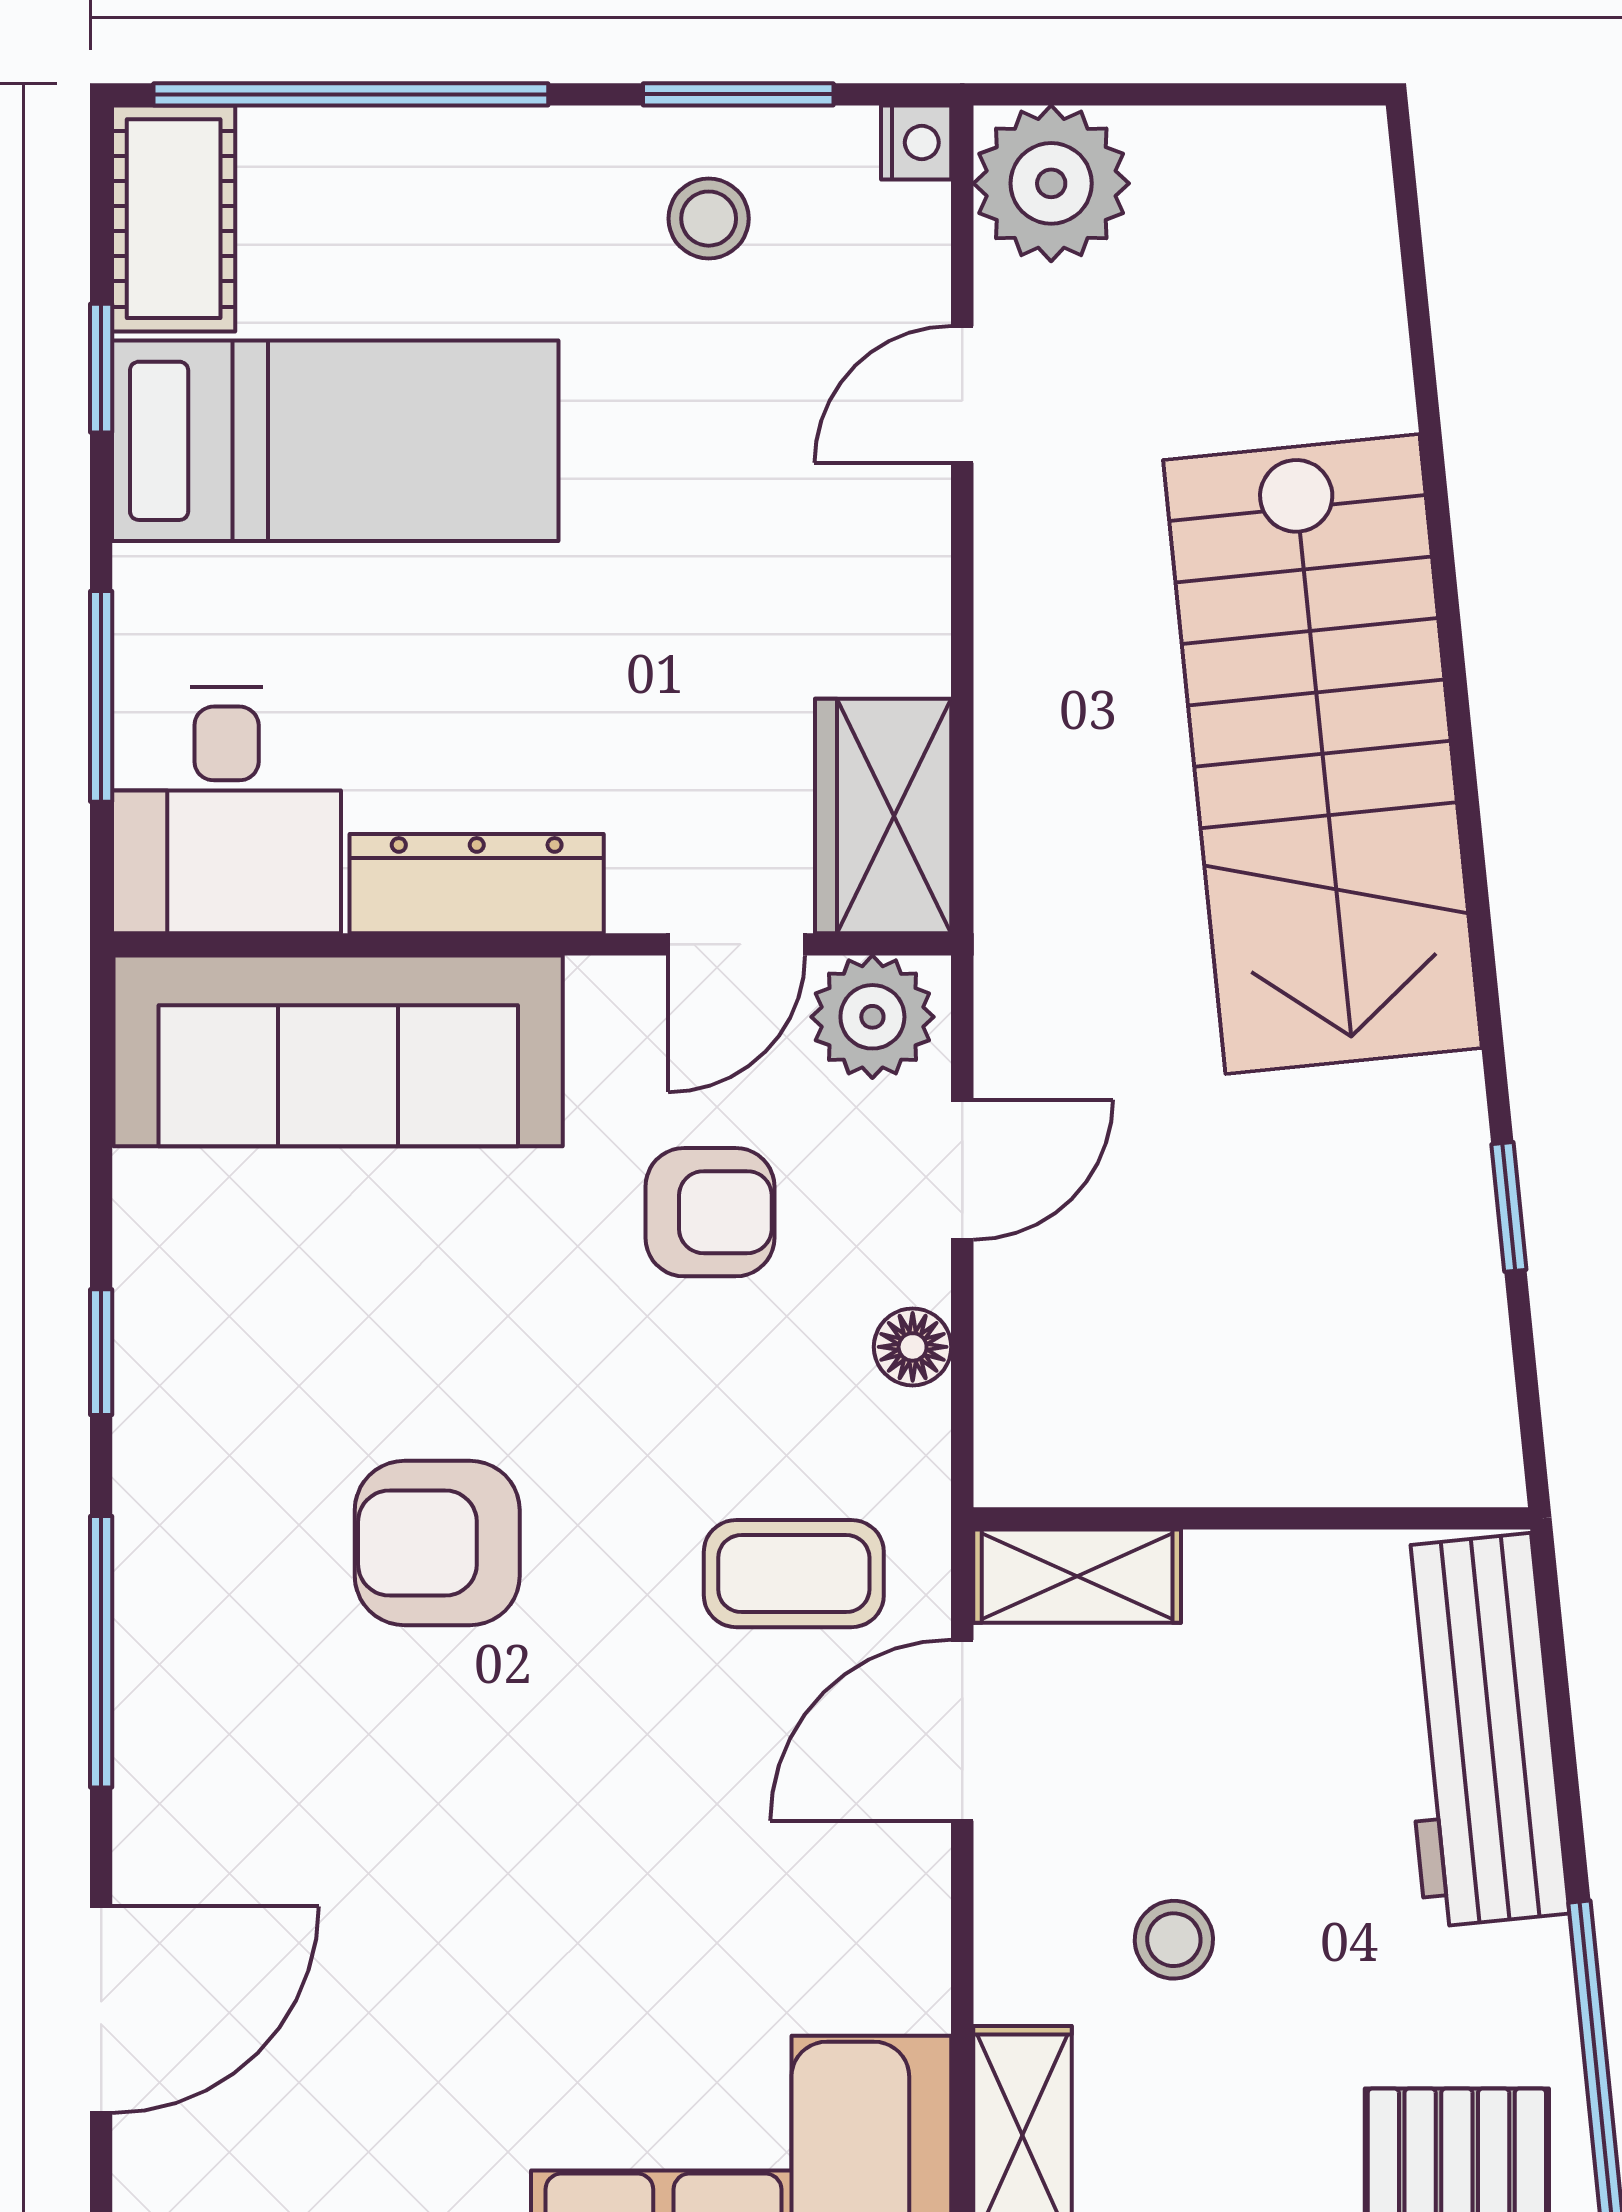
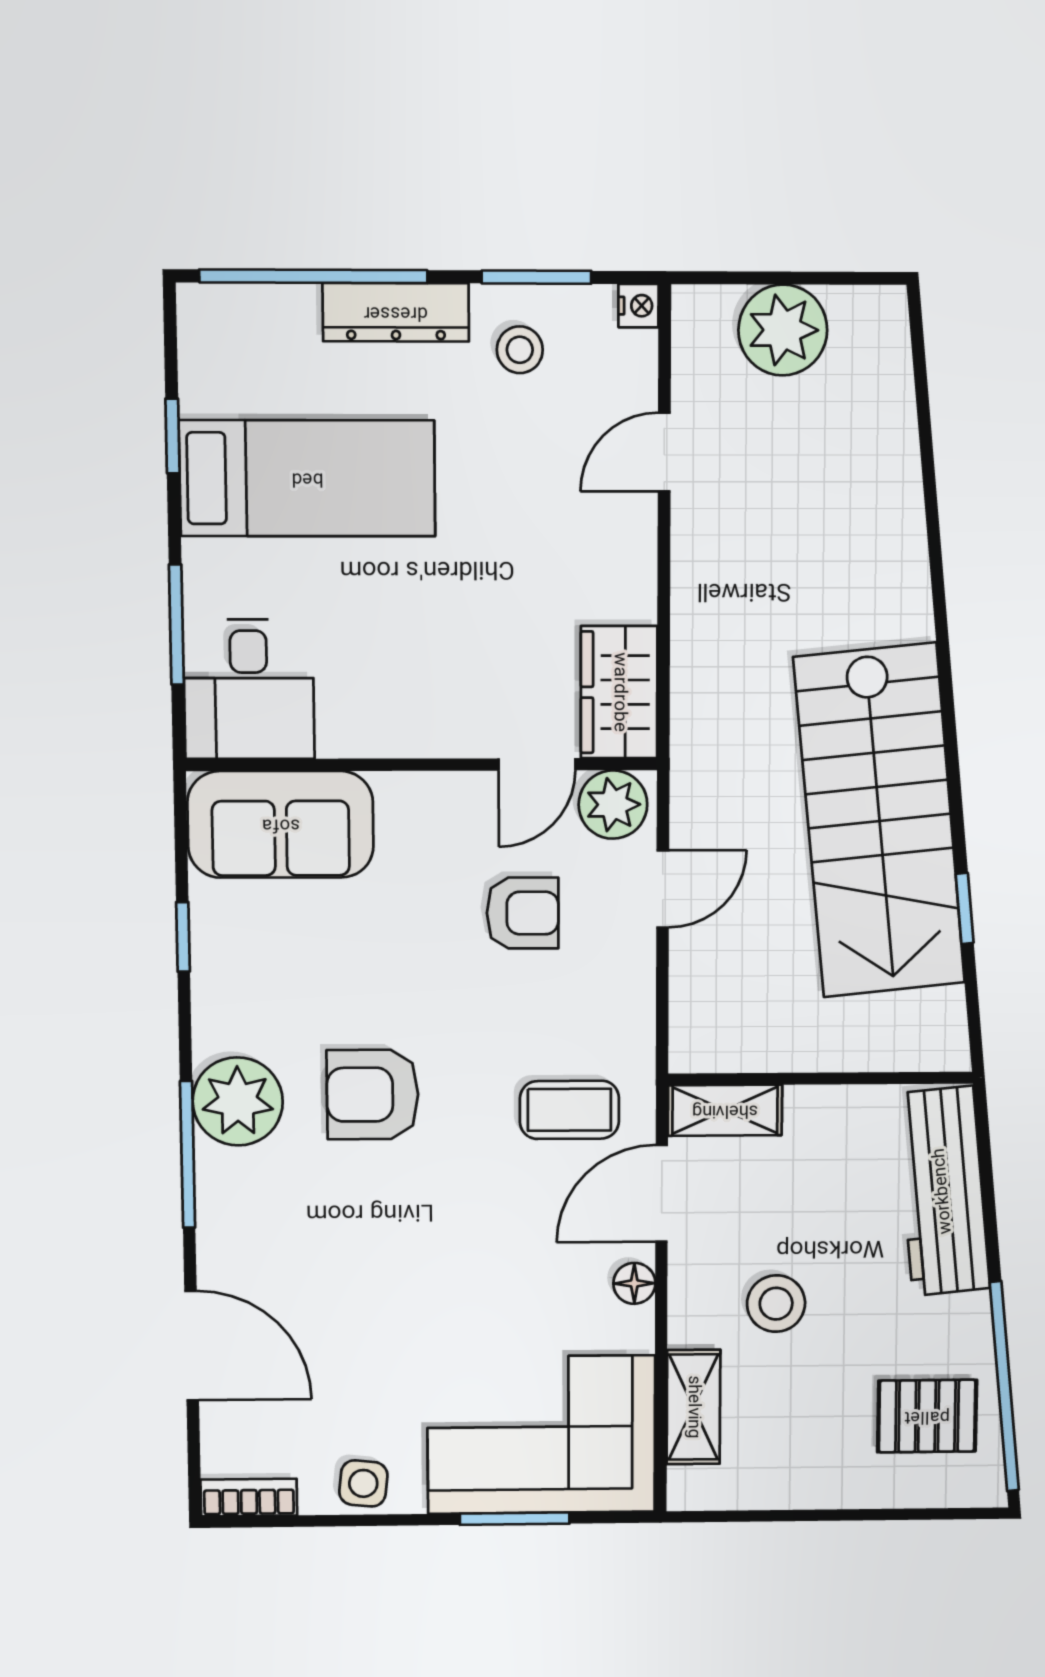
plant: (1051, 183) -> (783, 330), moved
cot: (174, 219) -> (212, 349), removed
stairs: (1322, 754) -> (880, 821), moved
dresser: (477, 884) -> (396, 312), moved, turned 180
sofa: (338, 1051) -> (281, 824), width x0.73
floor lamp: (913, 1347) -> (634, 1283), moved
window: (101, 1352) -> (183, 937), moved
plant: (193, 1554) -> (238, 1101), added
stool: (1174, 1940) -> (776, 1304), width x1.37, depth x1.37
door: (101, 2010) -> (192, 1346), hinge flipped

